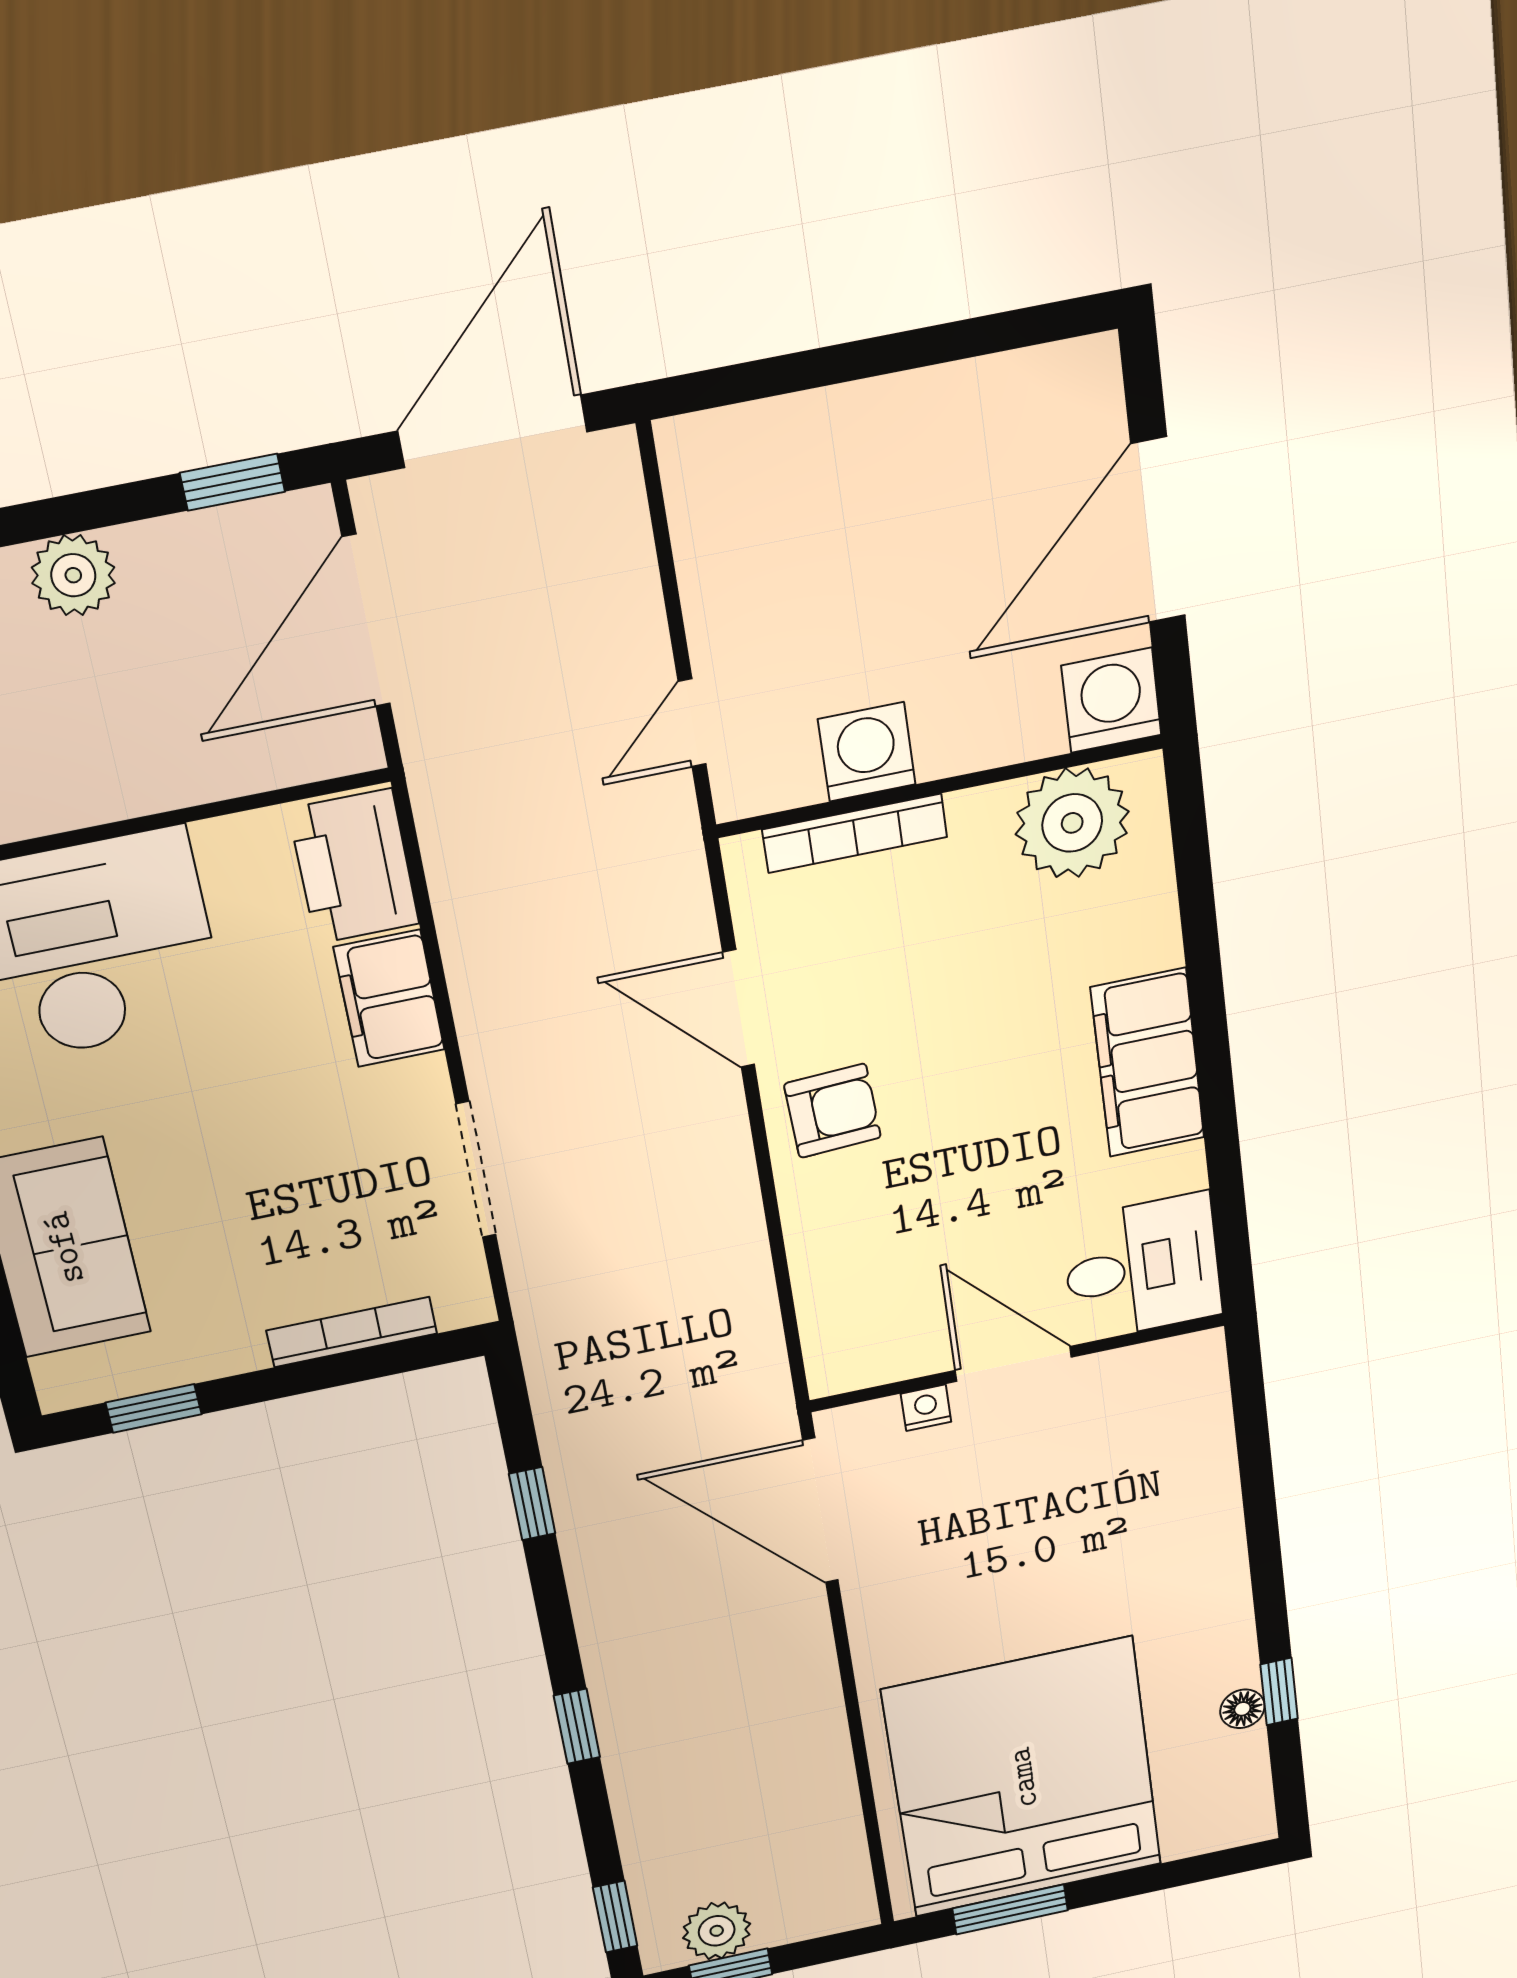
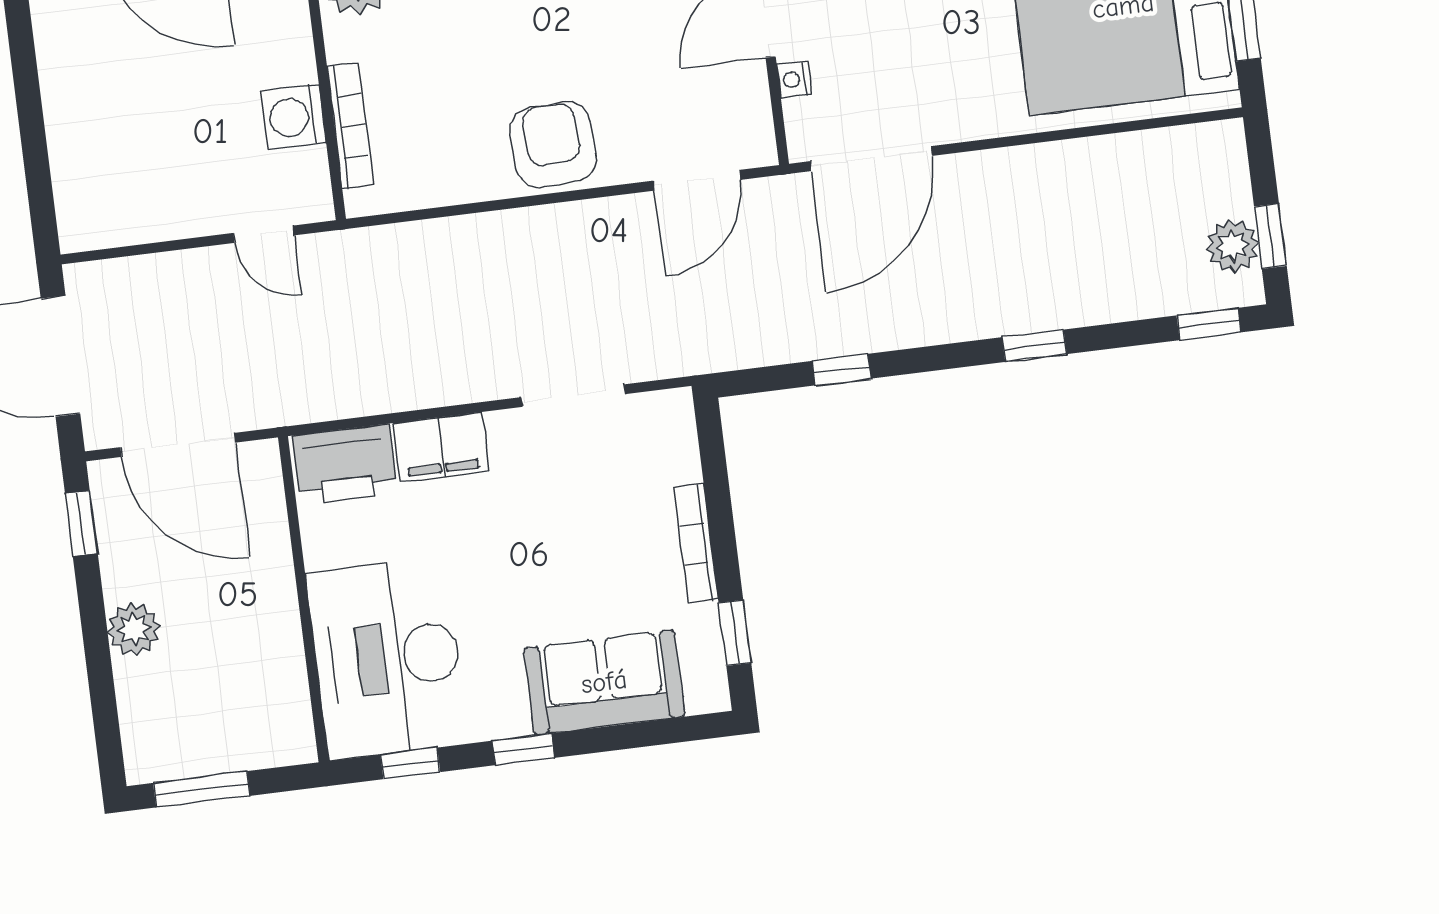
door: (739, 1009) -> (697, 180), moved
armchair: (833, 1111) -> (553, 144), width x1.38, depth x1.38
bookcase: (352, 1332) -> (696, 544), moved

